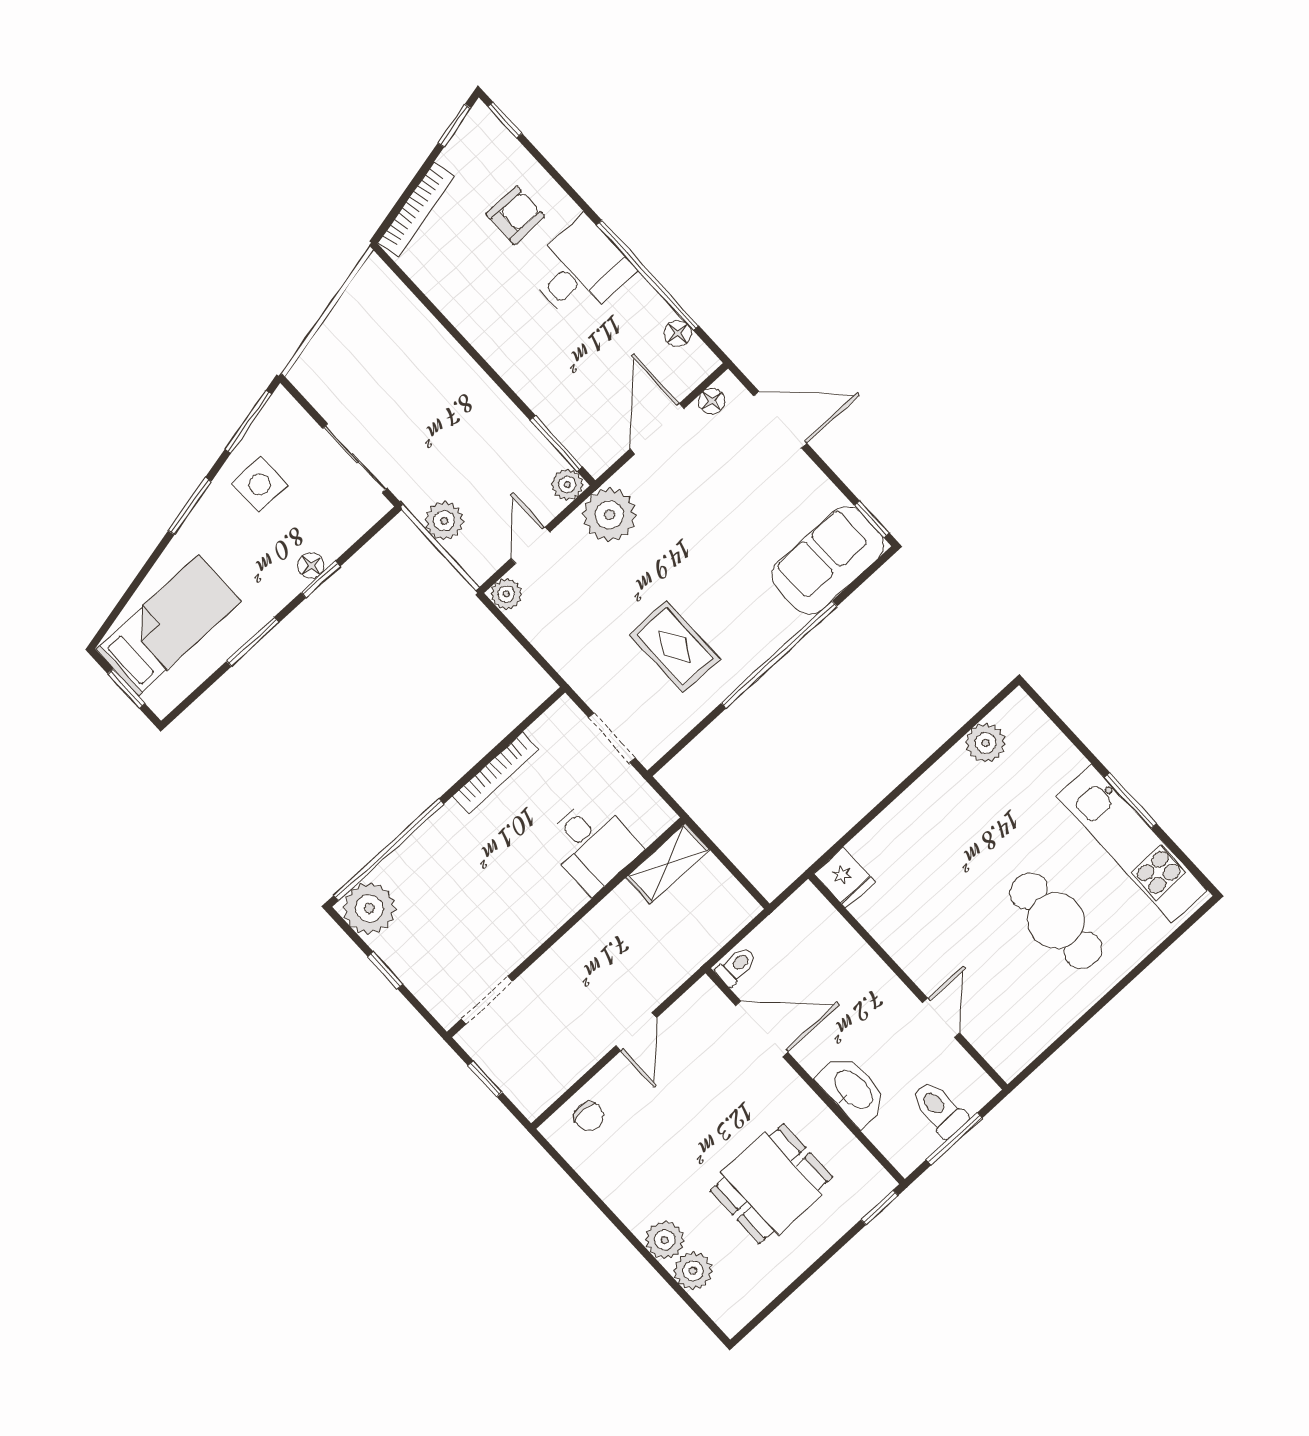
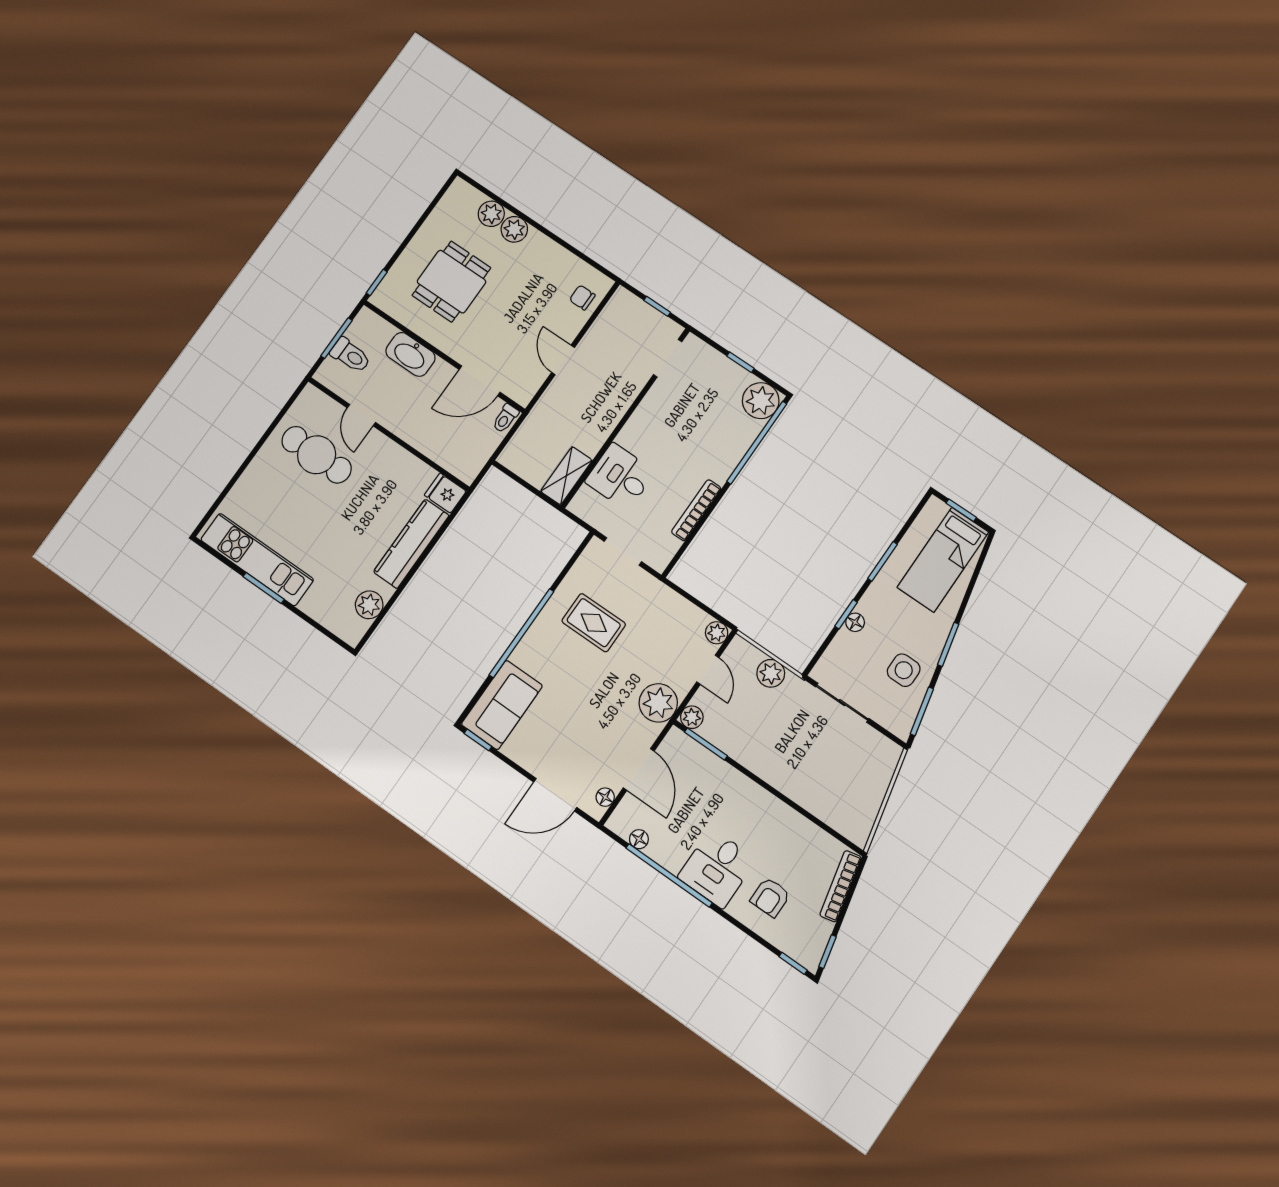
kitchen counter: (908, 816) -> (411, 544), added
cafe table: (1056, 921) -> (317, 455), moved

